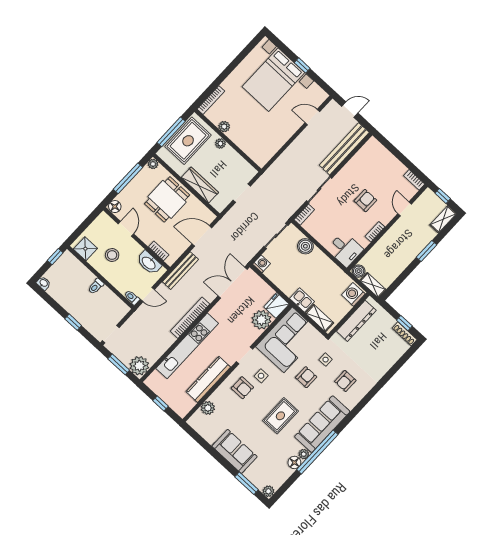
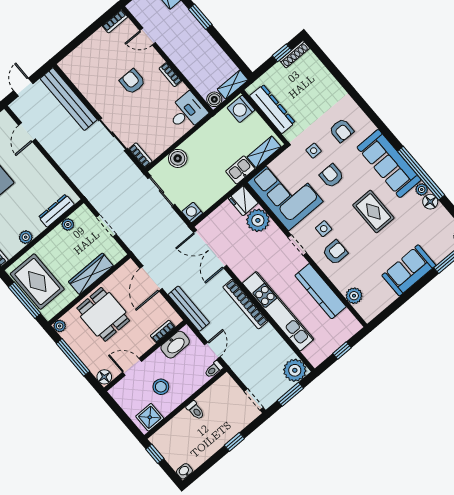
plant: (220, 143) -> (68, 224), moved
dresser: (249, 150) -> (56, 211), added

